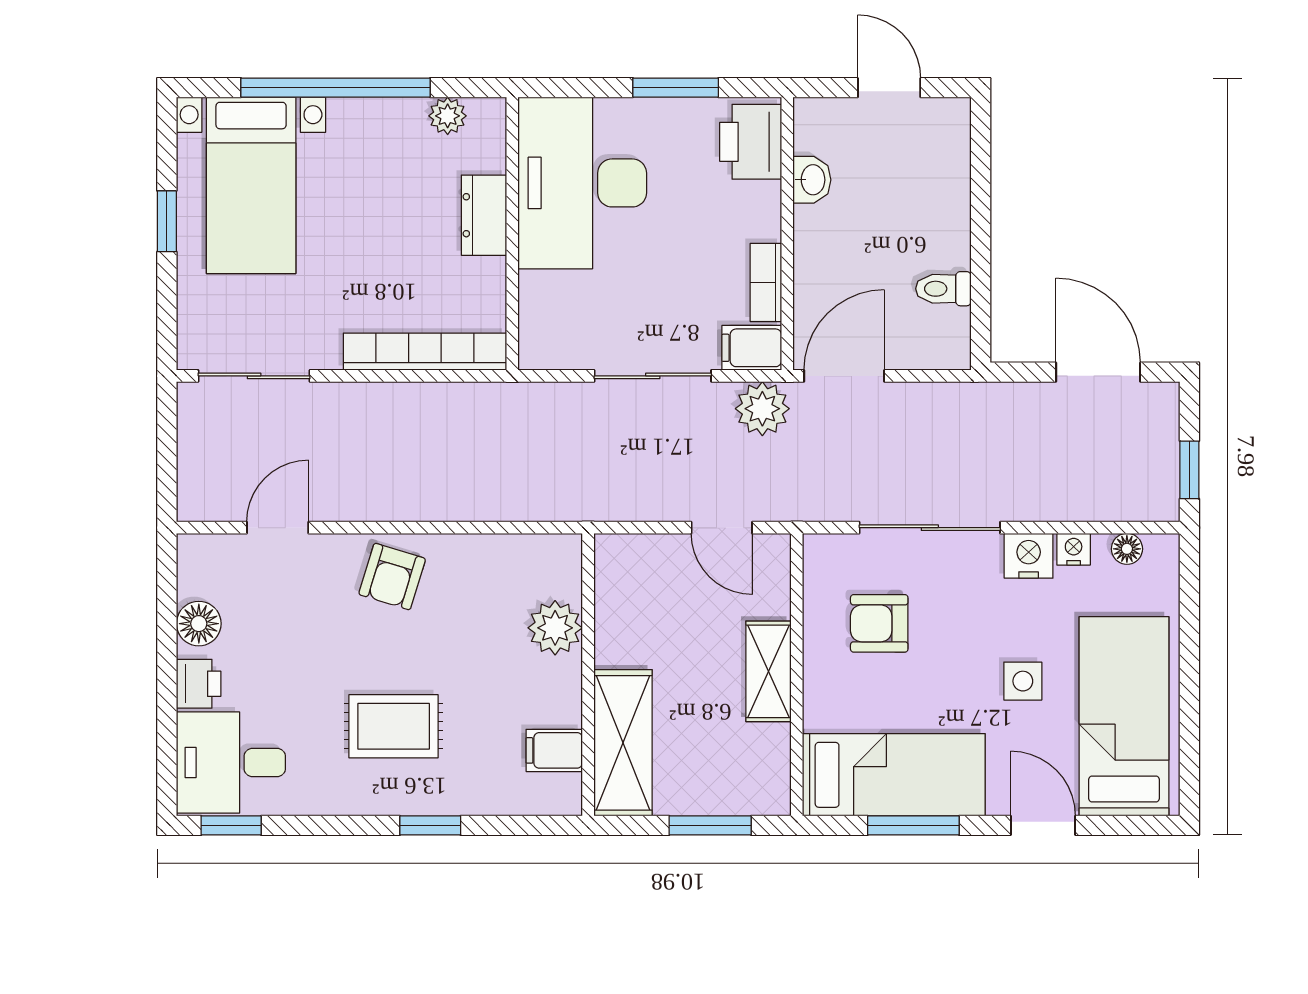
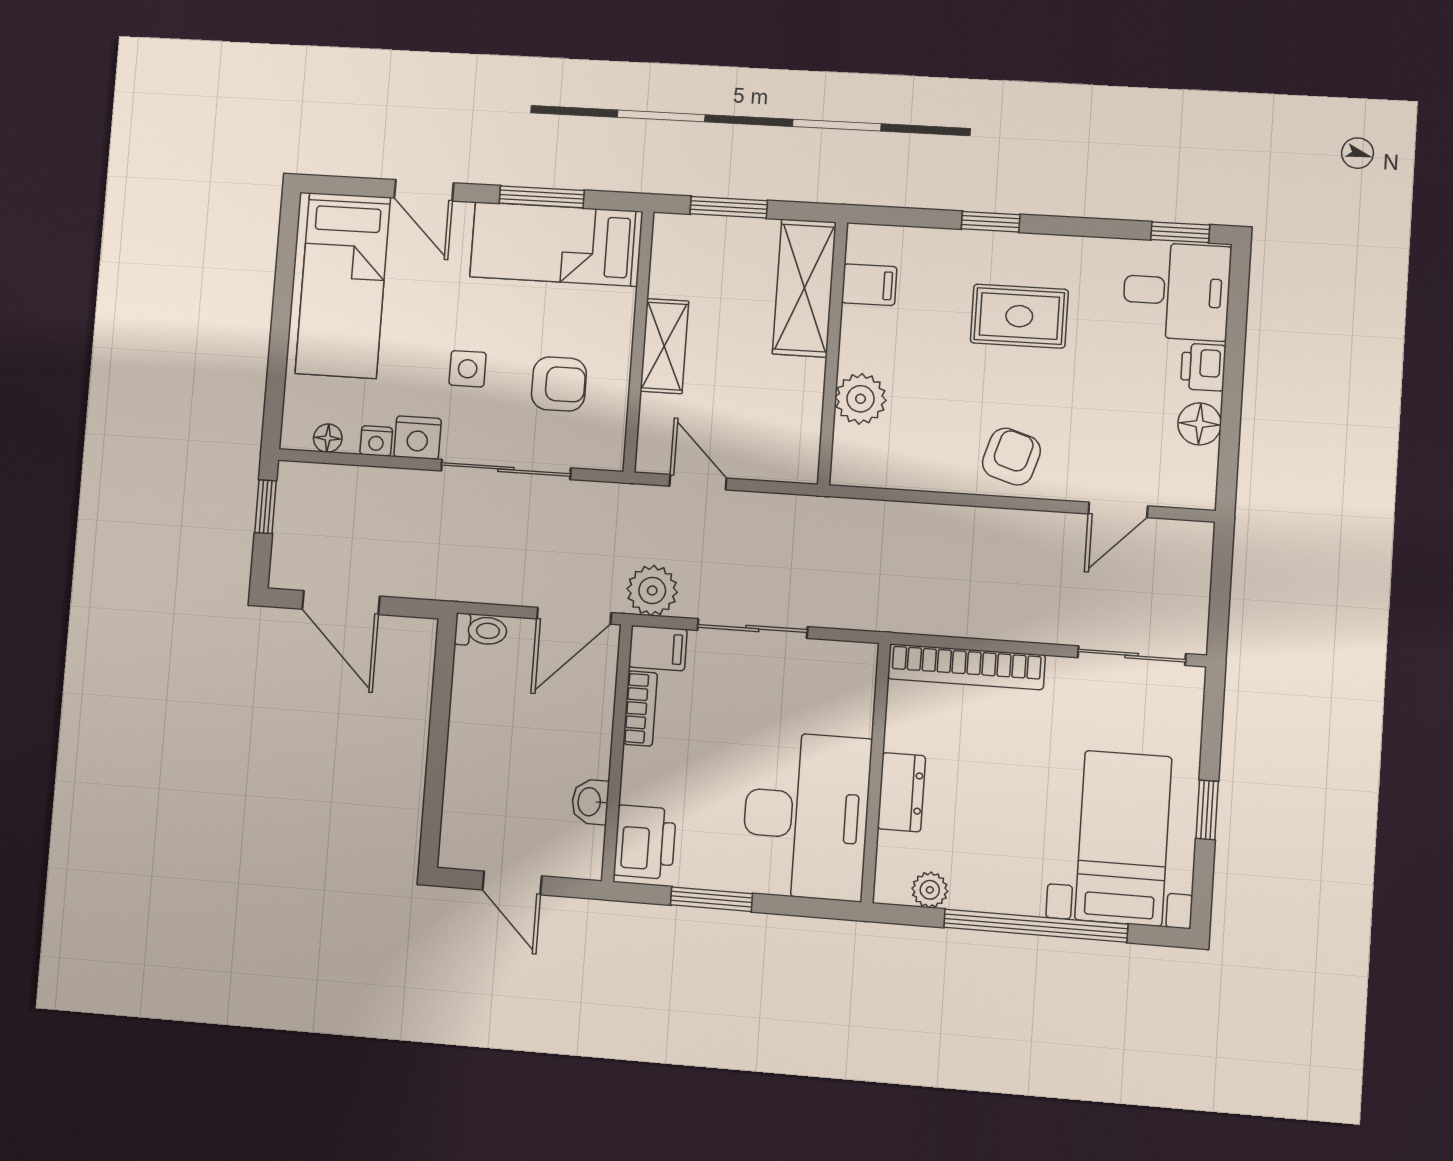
toilet: (943, 289) -> (481, 630), moved
side table: (1023, 681) -> (468, 369), moved

